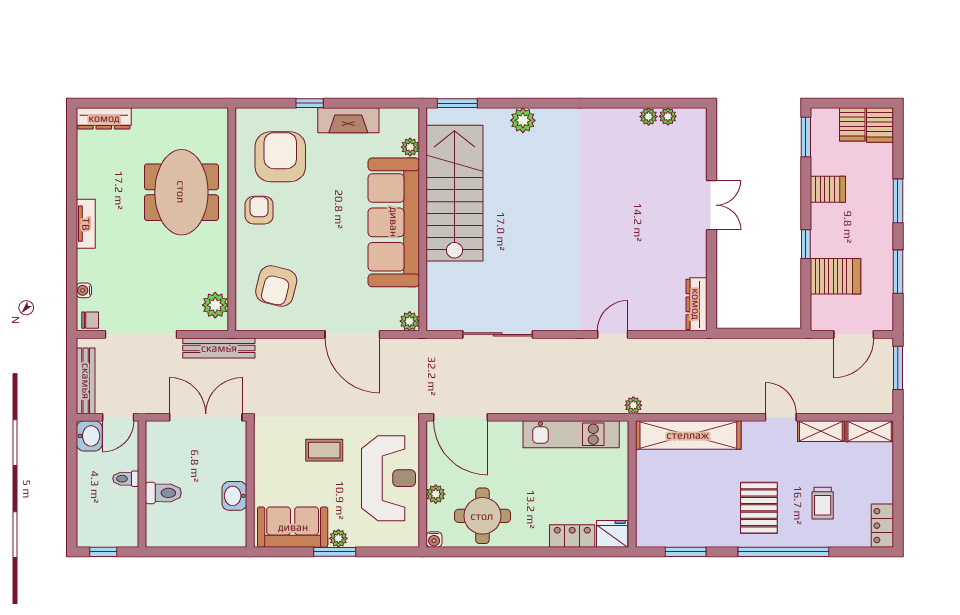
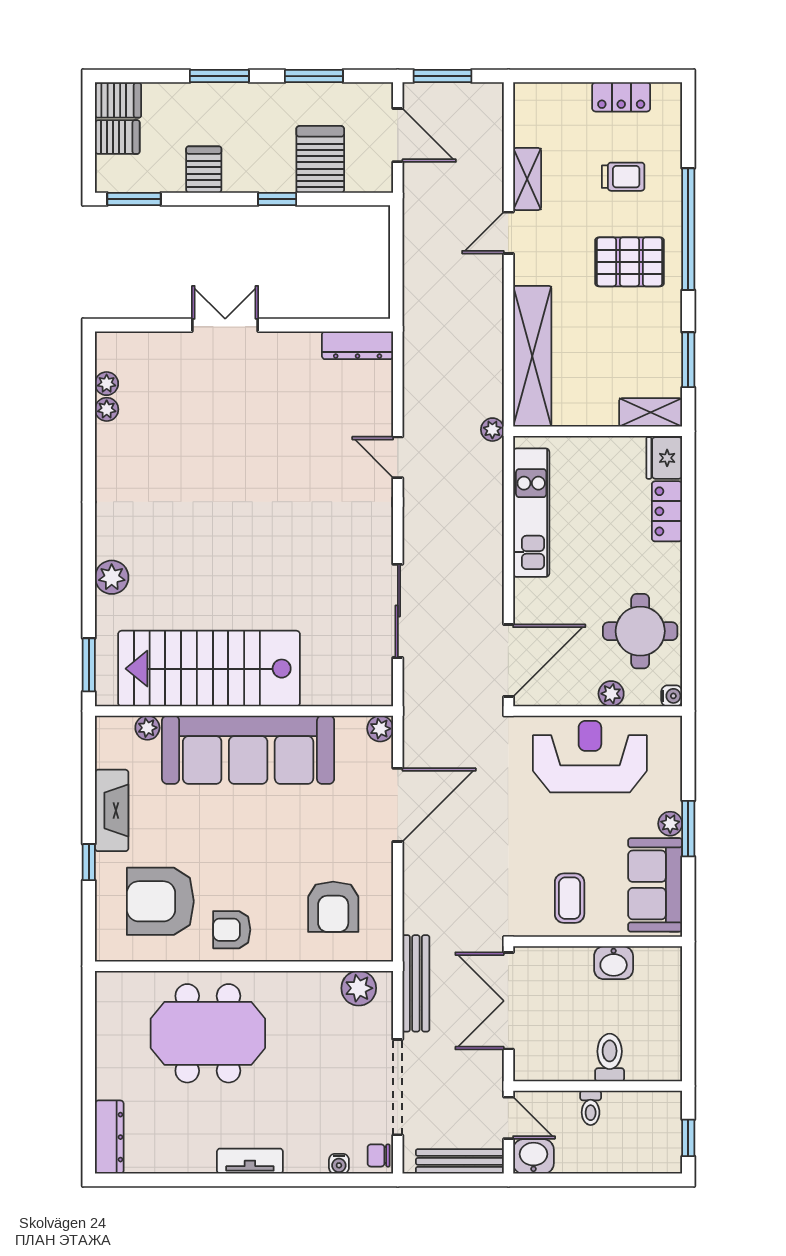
armchair: (276, 286) -> (333, 907), turned 76
chair: (90, 320) -> (379, 1155), turned -90
shelving: (870, 431) -> (651, 412), moved, turned 90
coffee table: (324, 450) -> (570, 898), moved
locker: (882, 526) -> (621, 97), moved

